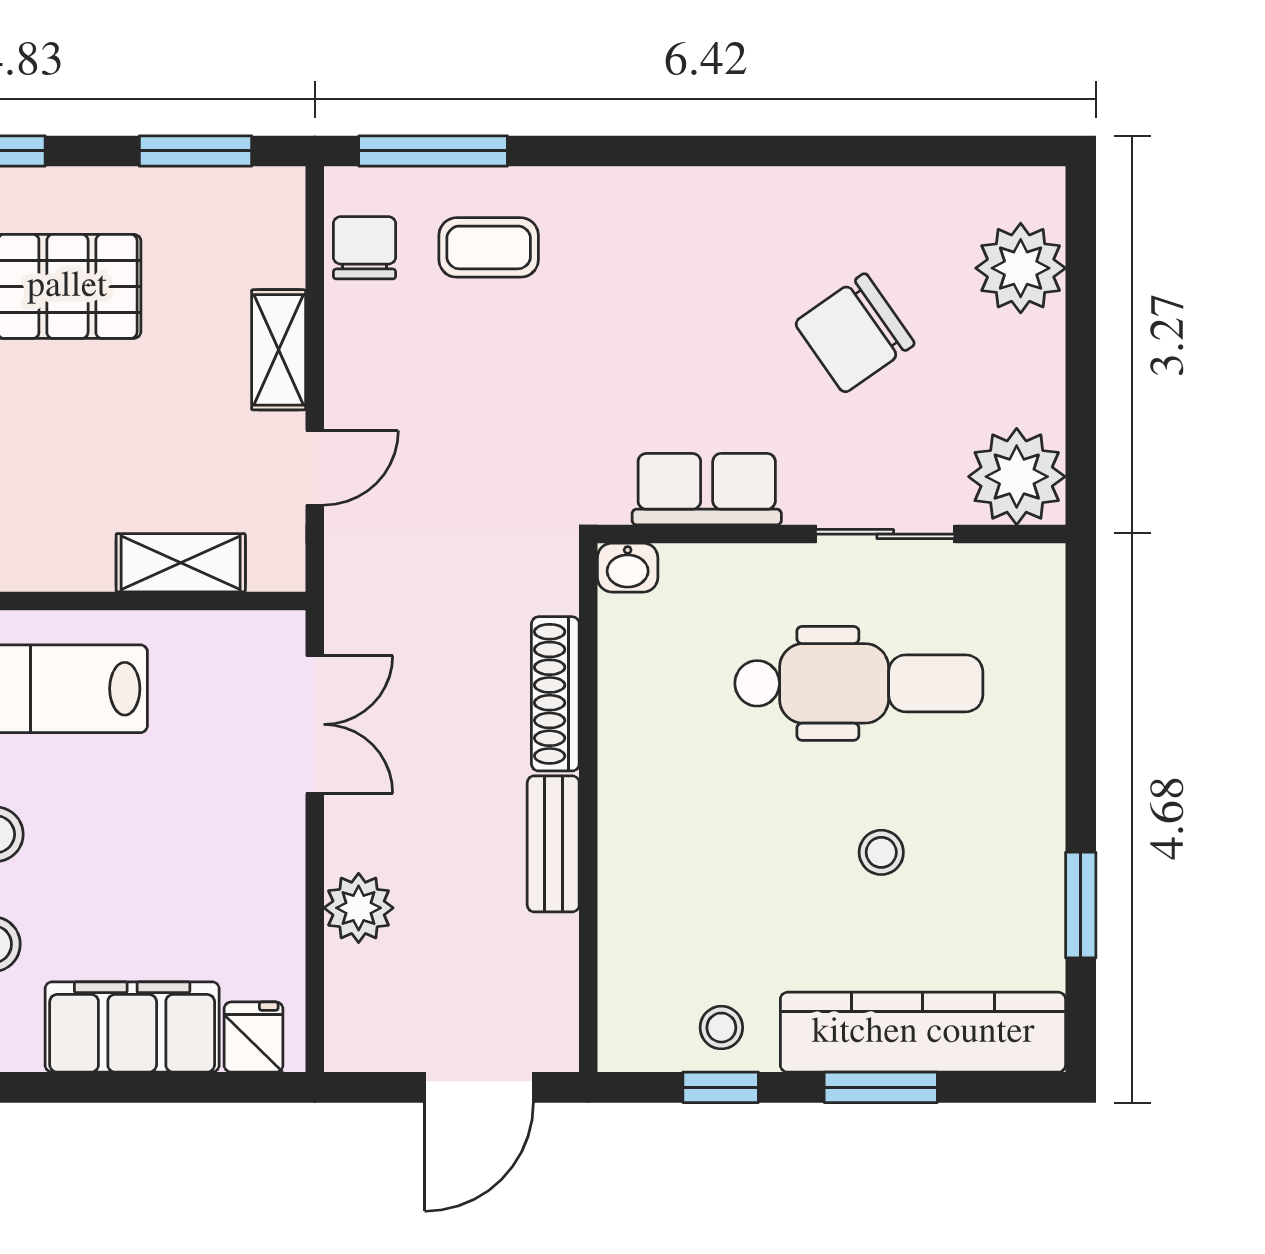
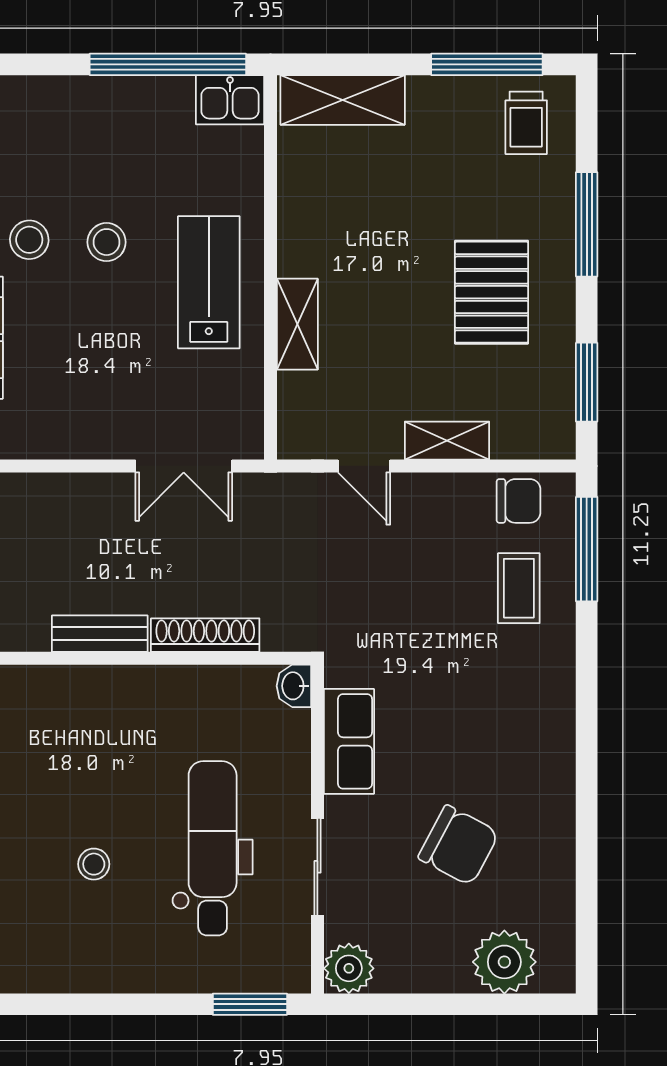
chair: (855, 333) -> (459, 845), turned 153
plant: (1017, 477) -> (349, 968), width x0.73, depth x0.73
shelving: (181, 563) -> (297, 324), moved
dental chair: (859, 683) -> (213, 848), turned 180
window: (1081, 905) -> (250, 1004), moved
plant: (359, 908) -> (55, 497), removed

